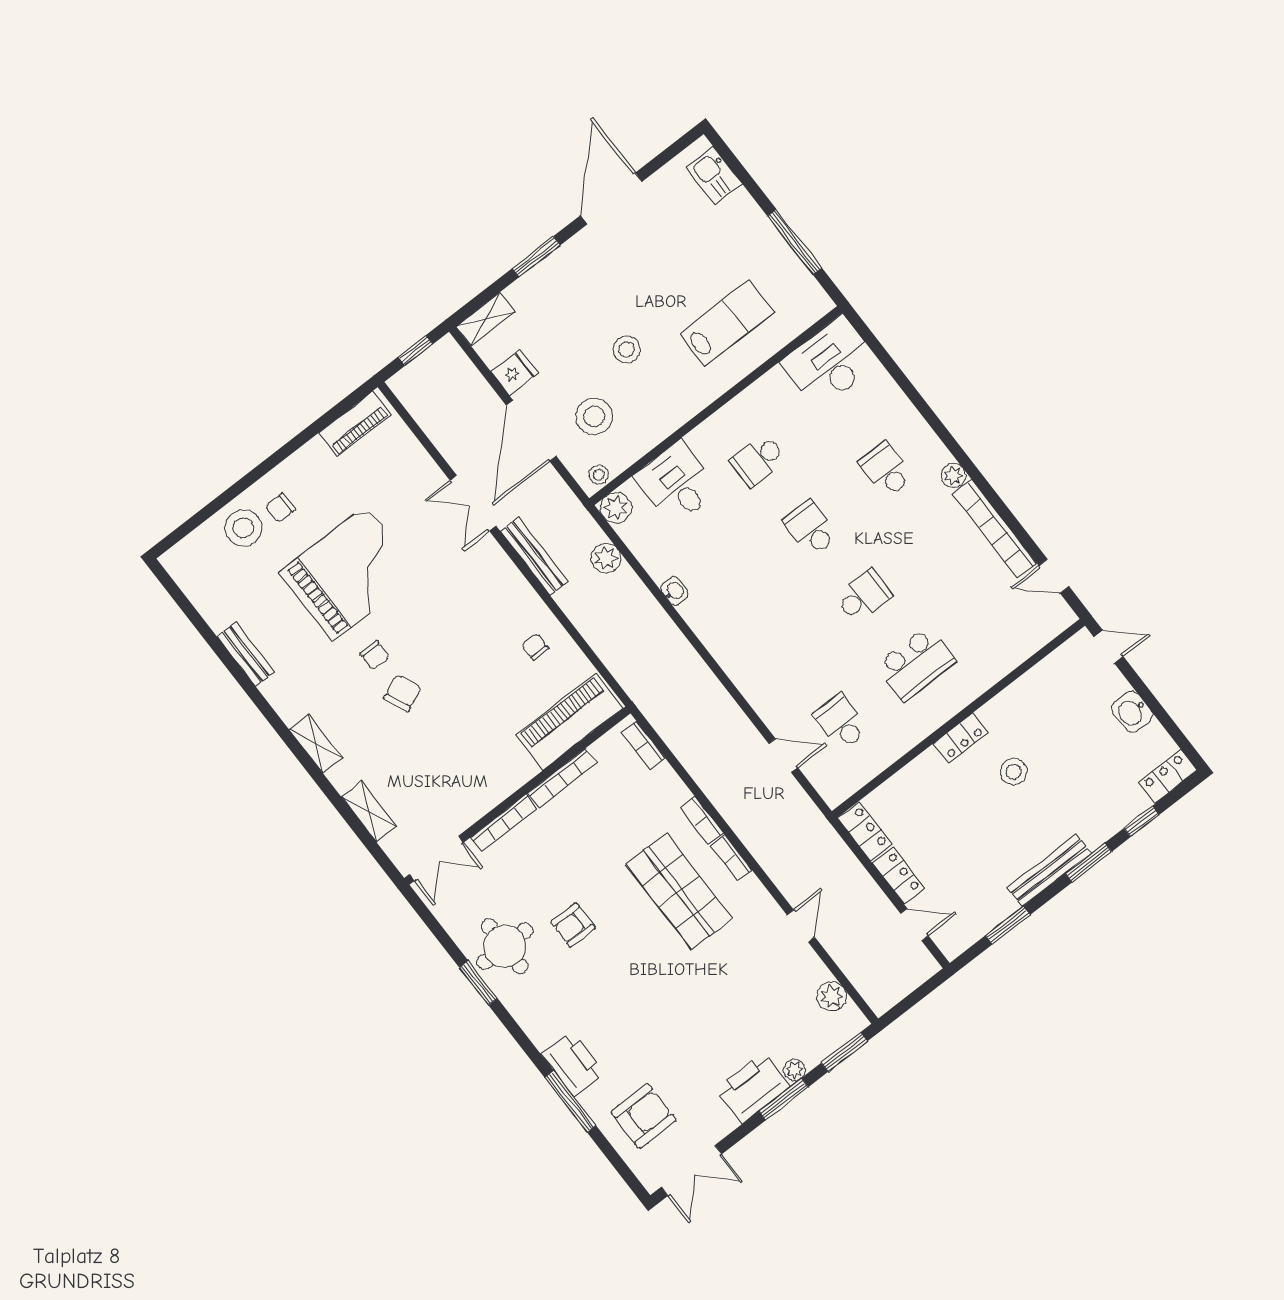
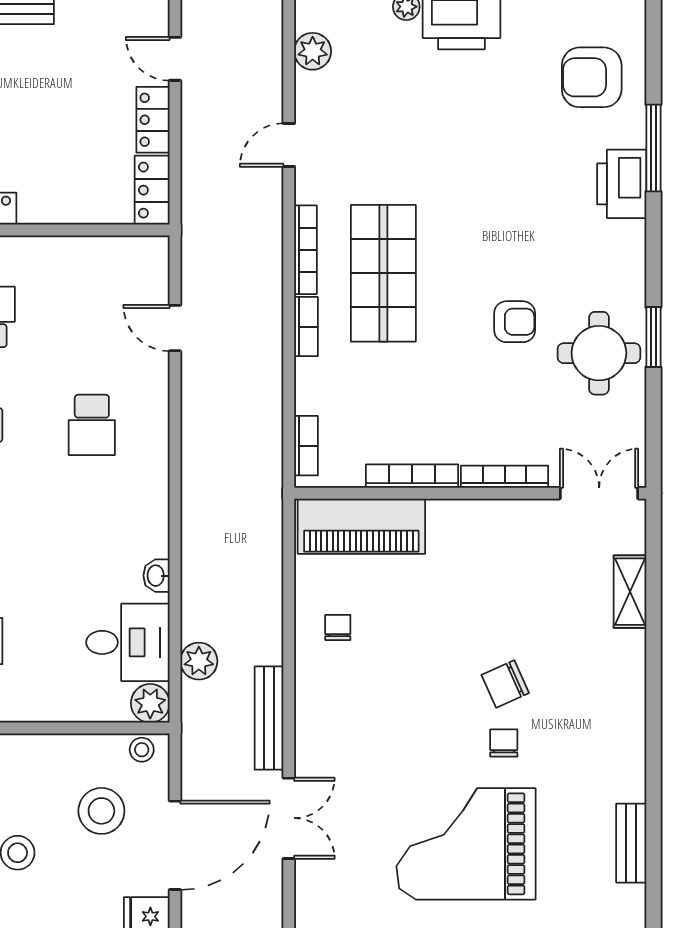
desk: (677, 483) -> (128, 642), moved, turned -90
chair: (535, 647) -> (338, 627), turned 180
school desk: (841, 722) -> (92, 425), moved
shelving: (316, 744) -> (631, 701), removed
bookcase: (732, 858) -> (305, 250), width x1.56

